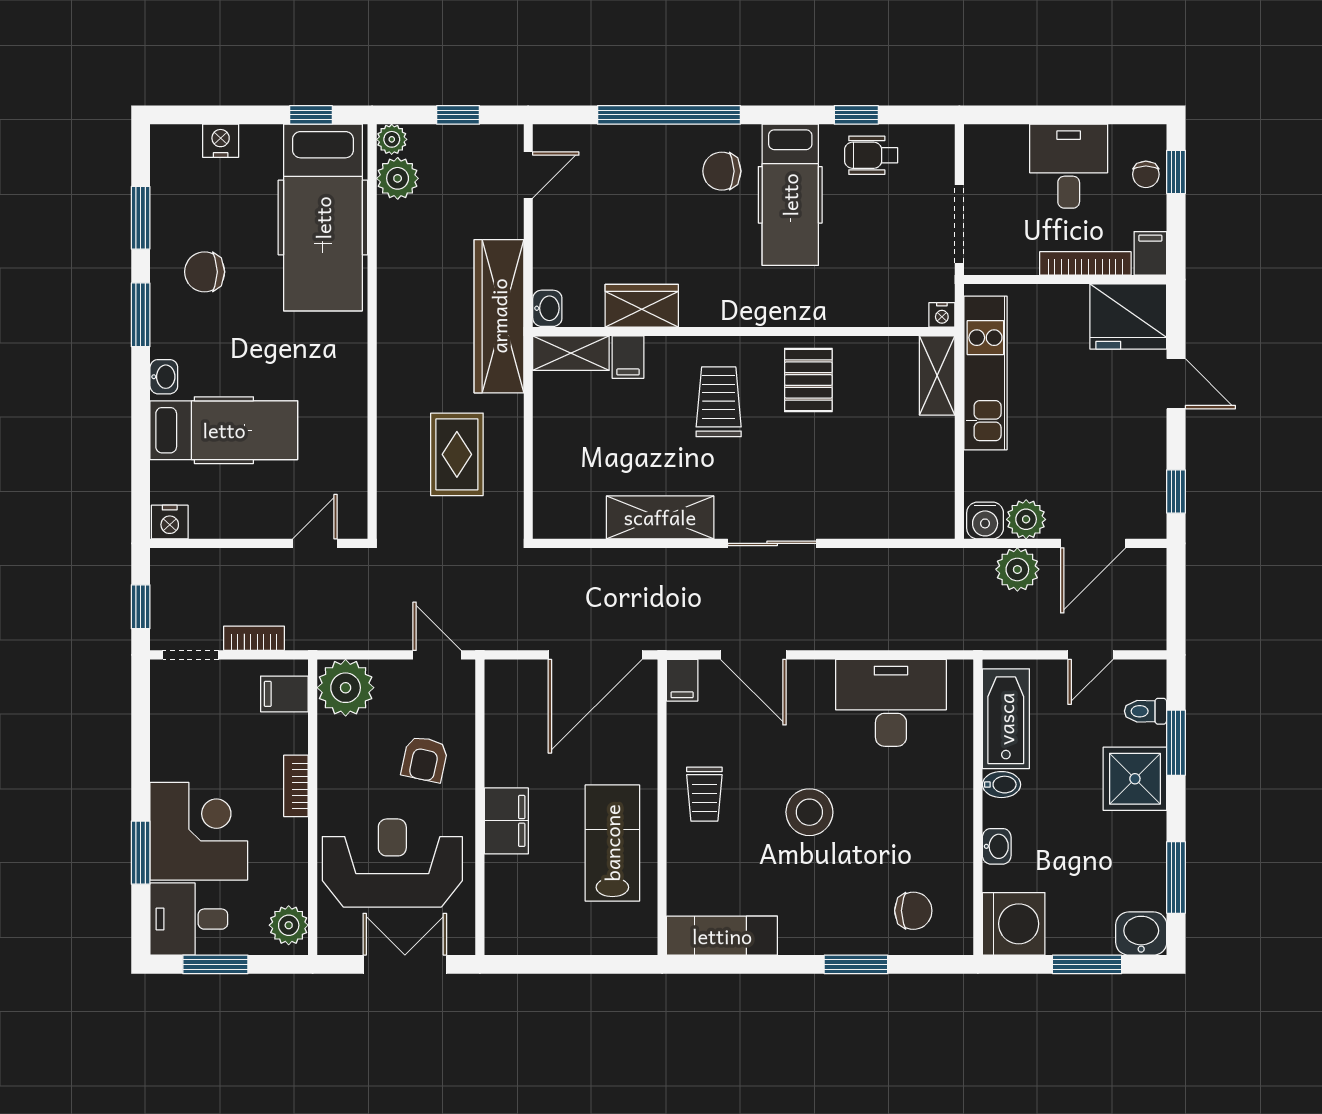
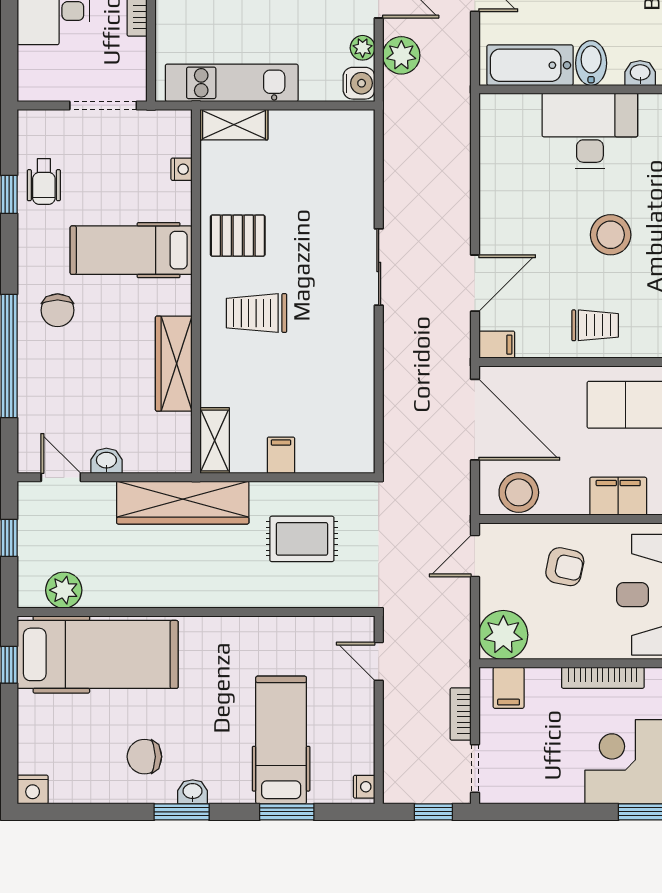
plant: (392, 139) -> (30, 595), removed
nightstand: (221, 141) -> (33, 789), moved, turned -90
hospital bed: (790, 195) -> (131, 250), moved, turned 180
window: (141, 218) -> (287, 812), moved
chair: (205, 272) -> (144, 757), turned 90
wardrobe: (642, 306) -> (174, 364), width x1.50
washbasin: (547, 308) -> (106, 461), moved
nightstand: (942, 315) -> (182, 169), moved
filing cabinet: (628, 357) -> (281, 455), moved, turned -90
washbasin: (164, 377) -> (193, 792), moved
shelving: (660, 517) -> (356, 363), removed
plant: (1026, 519) -> (363, 48), width x0.73, depth x0.73
nightstand: (170, 522) -> (364, 787), width x0.72, depth x0.74
desk: (891, 703) -> (590, 131), moved, turned 90
stool: (511, 706) -> (519, 492), added
bidet: (1001, 785) -> (591, 63), width x1.38, depth x1.36
bookcase: (296, 786) -> (603, 678), width x1.56

